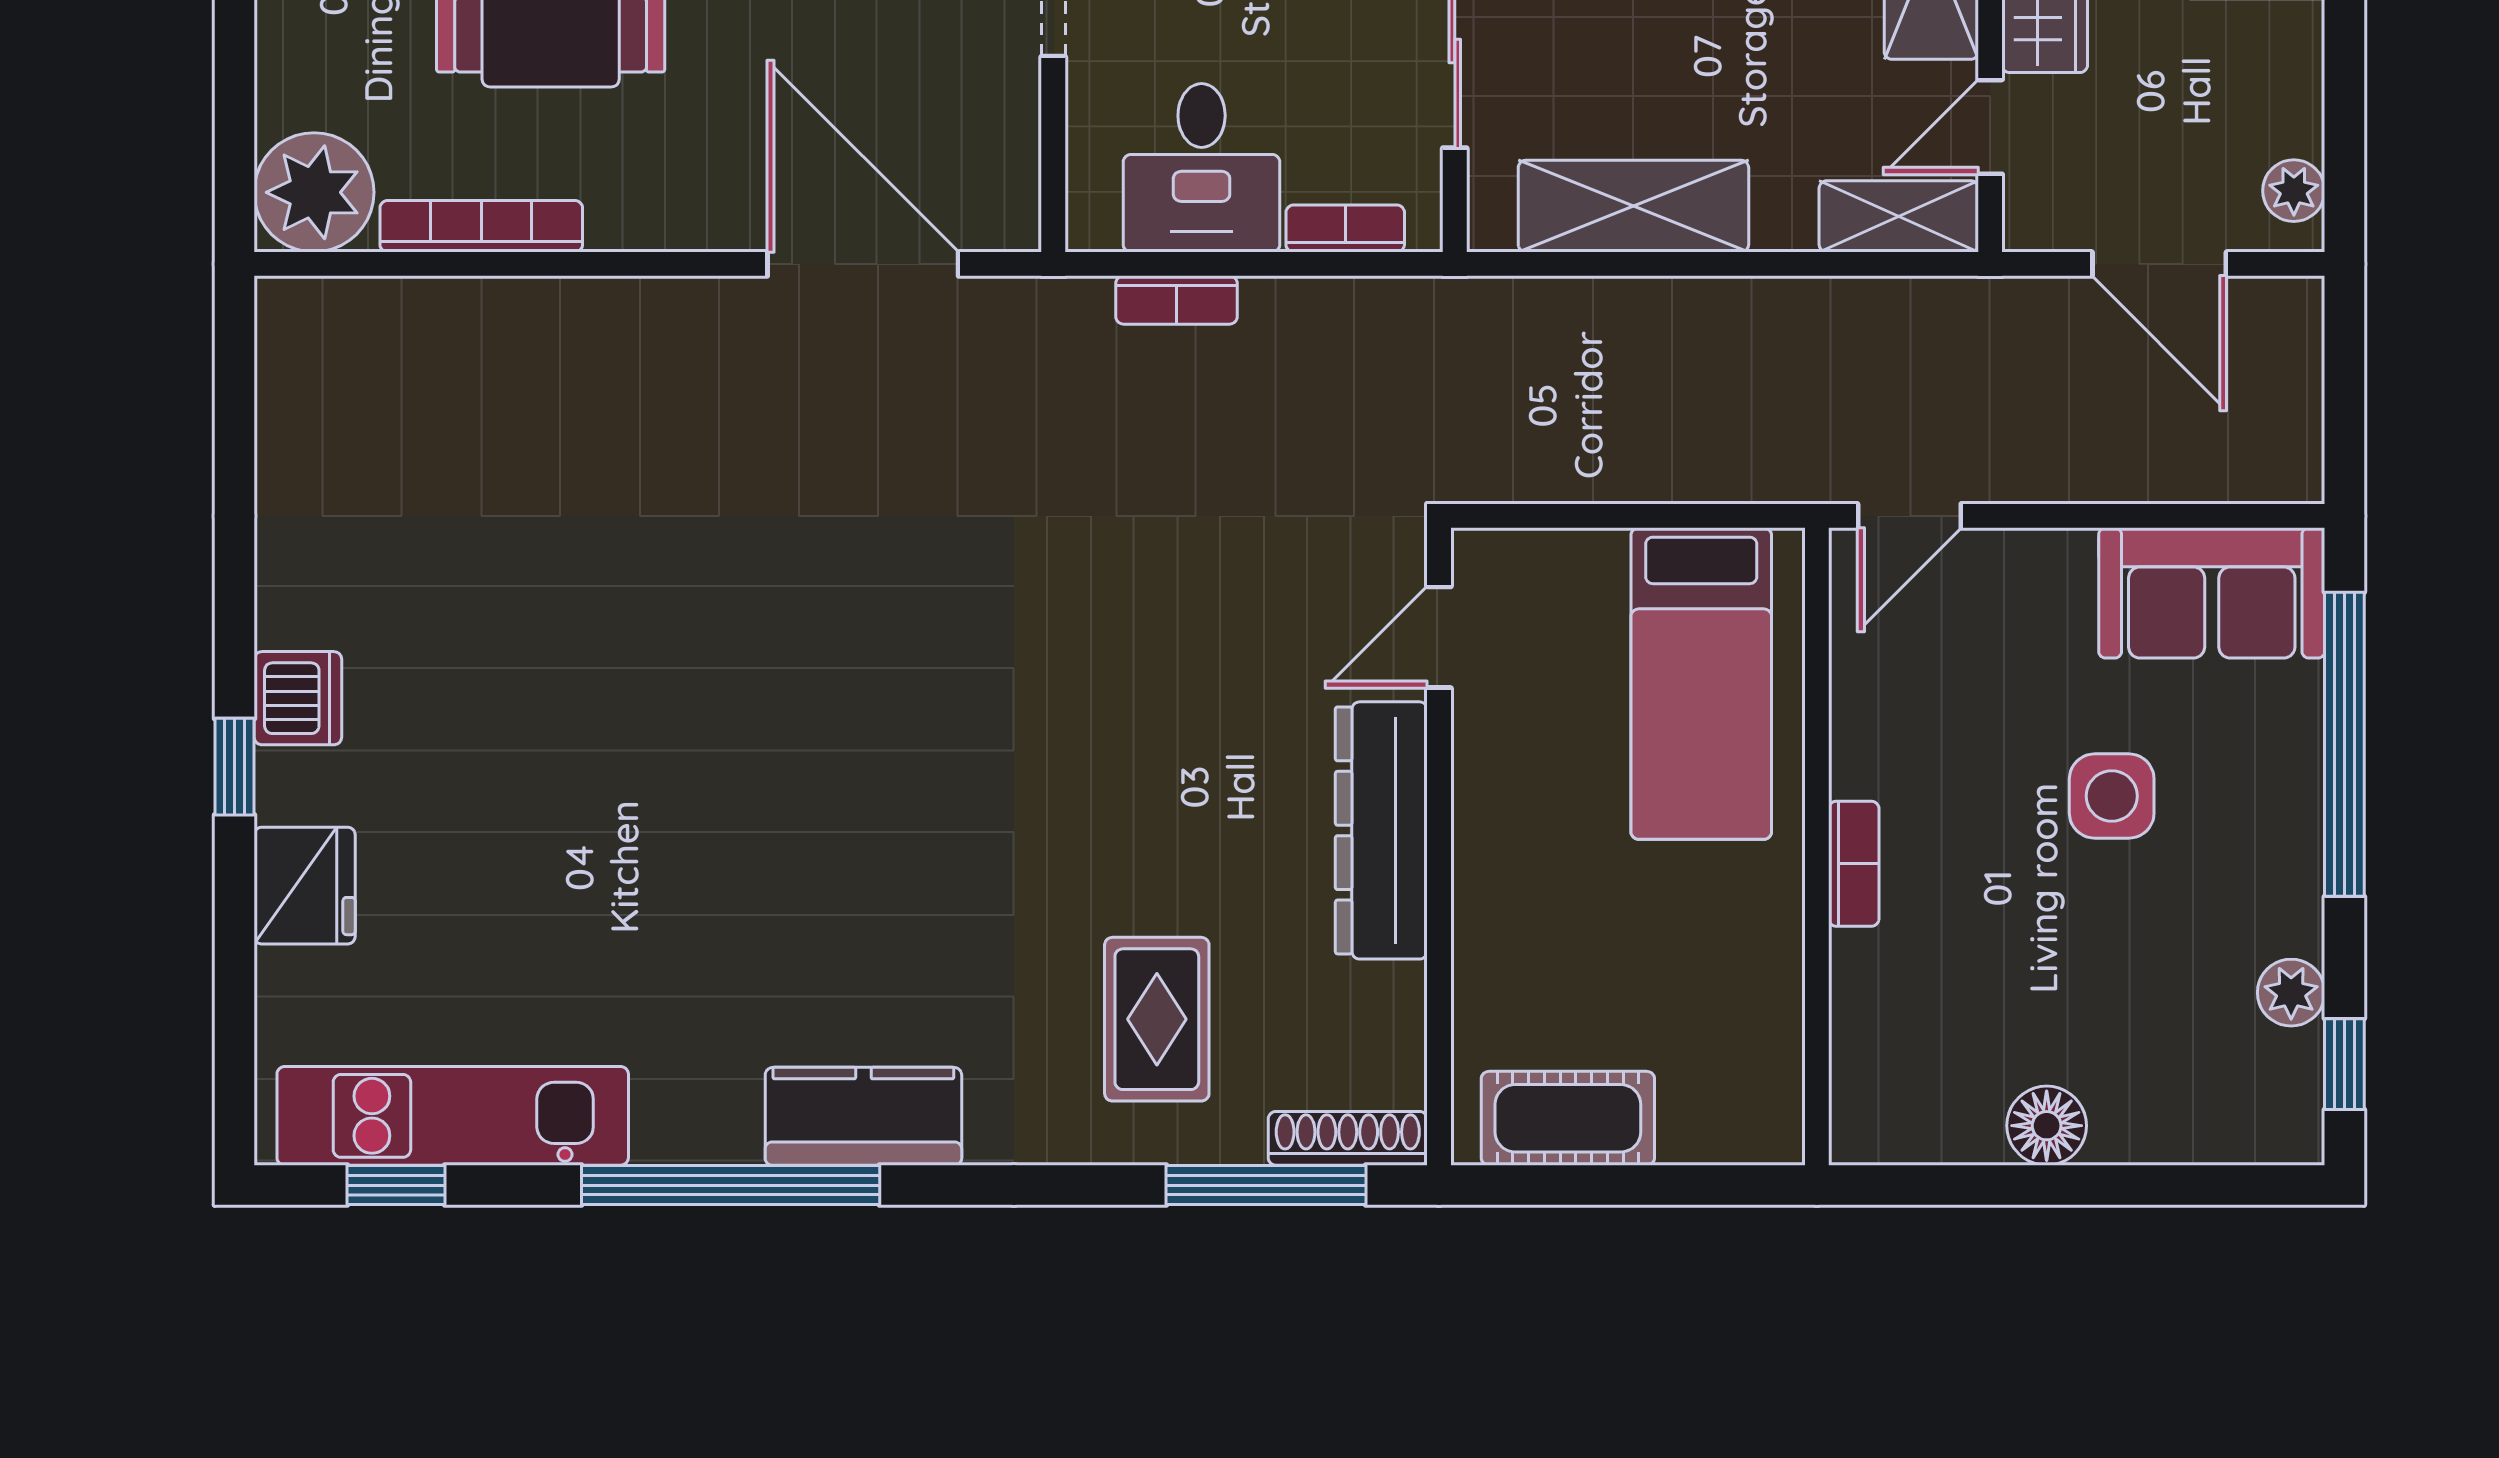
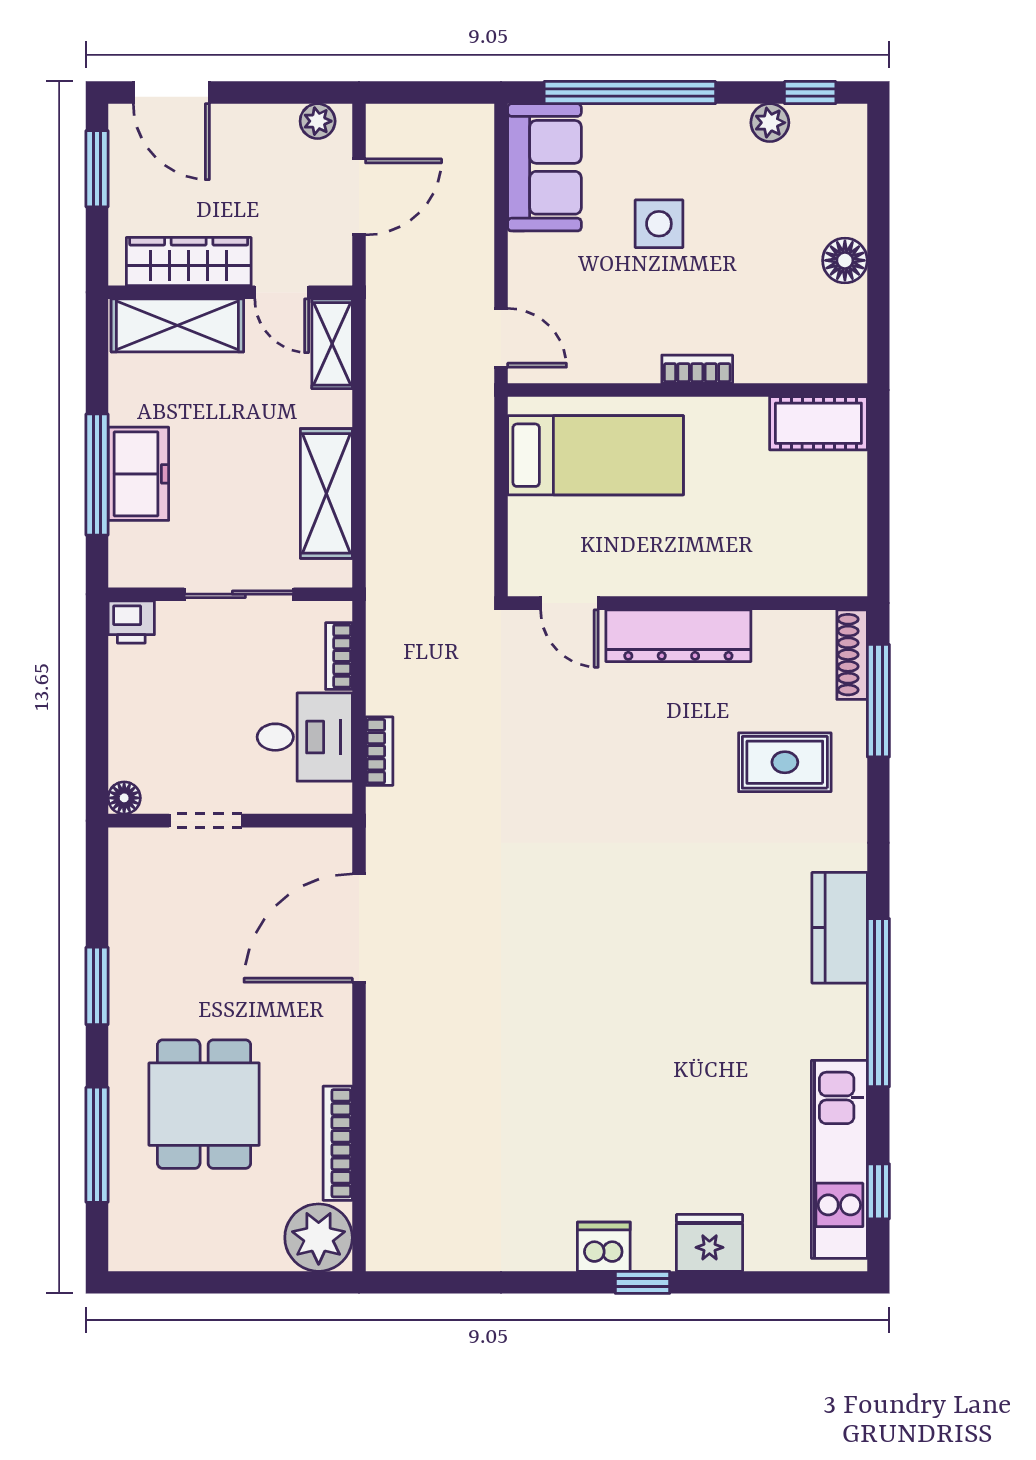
cot: (1568, 1118) -> (818, 423), moved, turned 90

